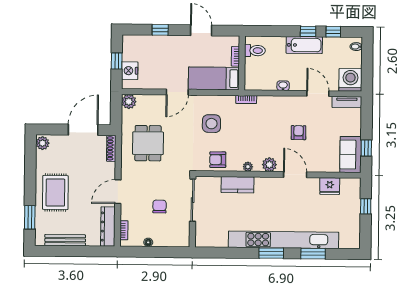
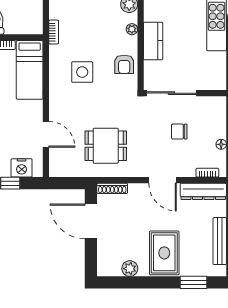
door: (177, 92) -> (46, 134), moved
plant: (129, 102) -> (58, 169), removed
plant: (42, 143) -> (130, 269), moved
rug: (55, 192) -> (164, 253), turned 90

